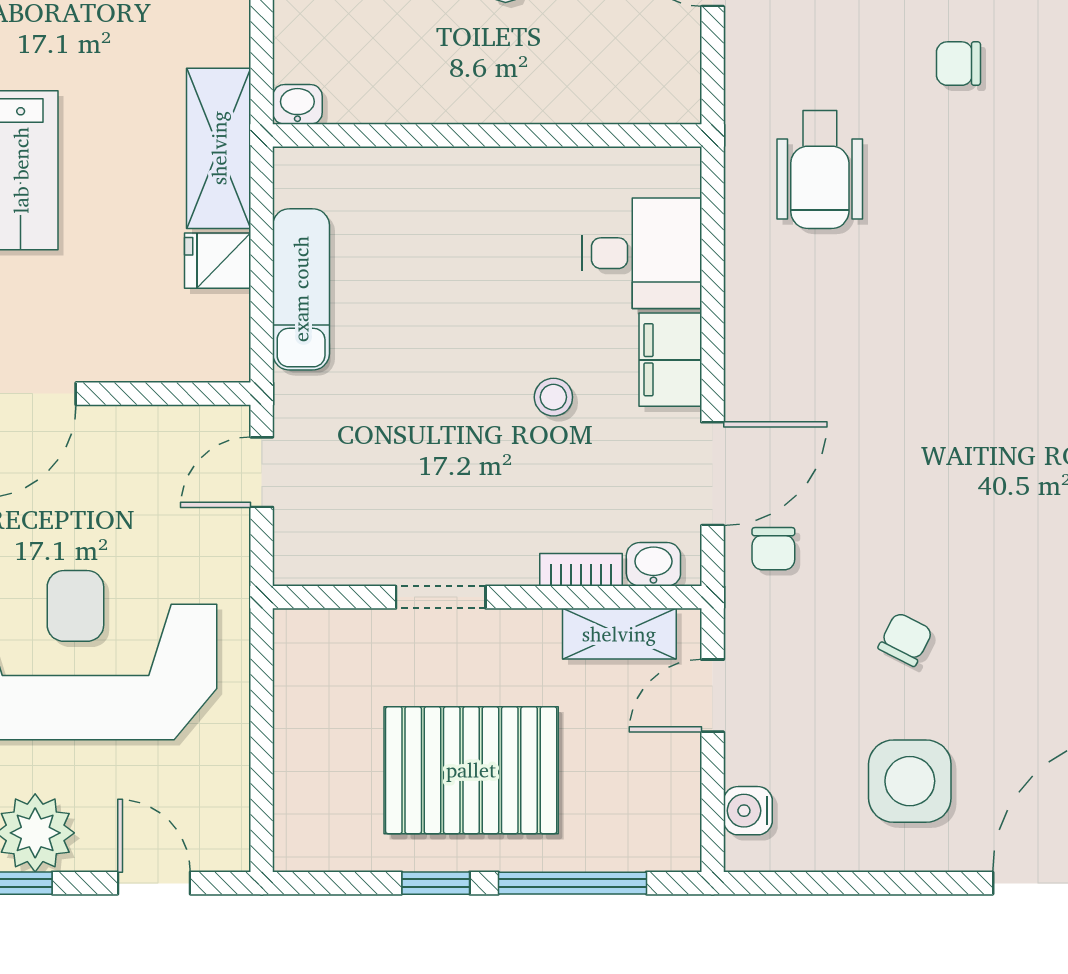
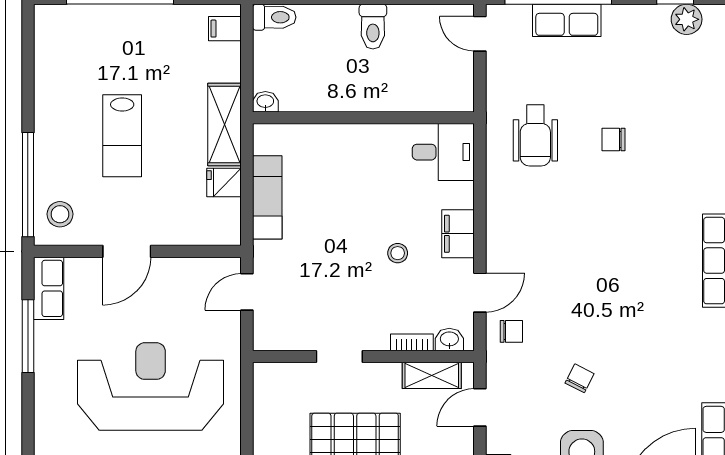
chair: (958, 64) -> (613, 139), moved
desk: (642, 253) -> (443, 152), moved
door: (713, 474) -> (480, 293), width x0.73
chair: (773, 549) -> (511, 331), turned -90

